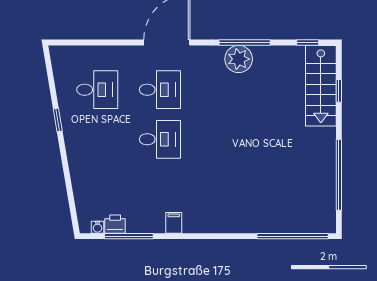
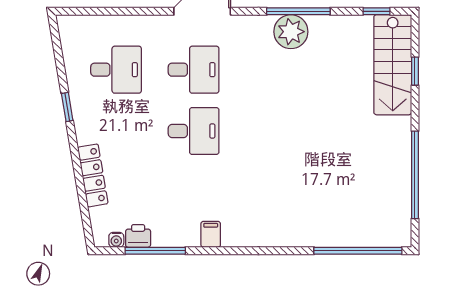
locker: (78, 175) -> (93, 175), added

